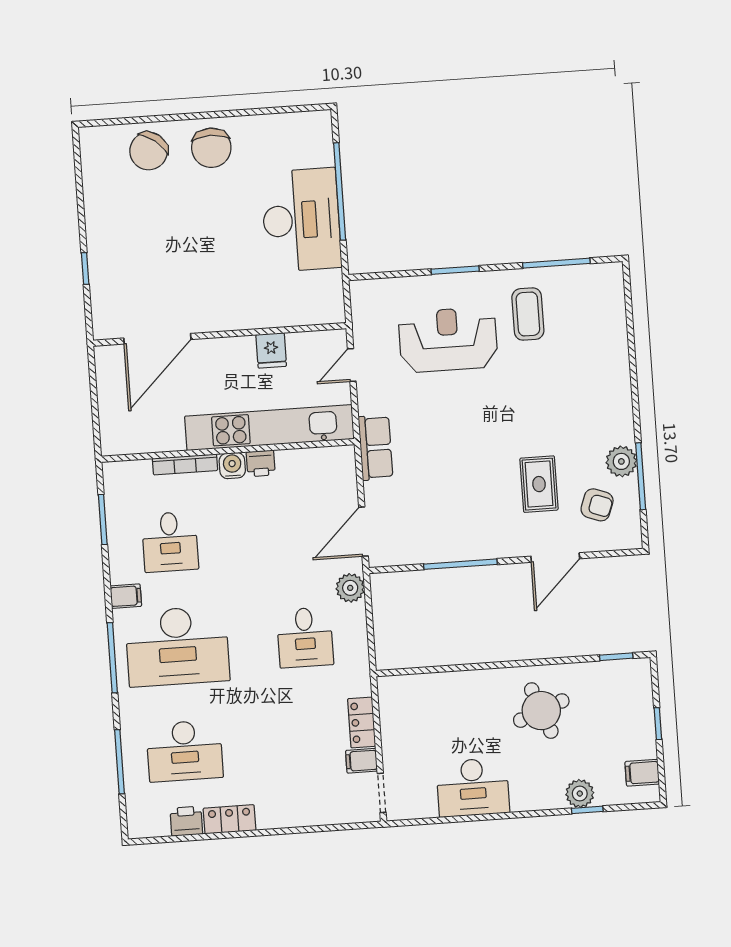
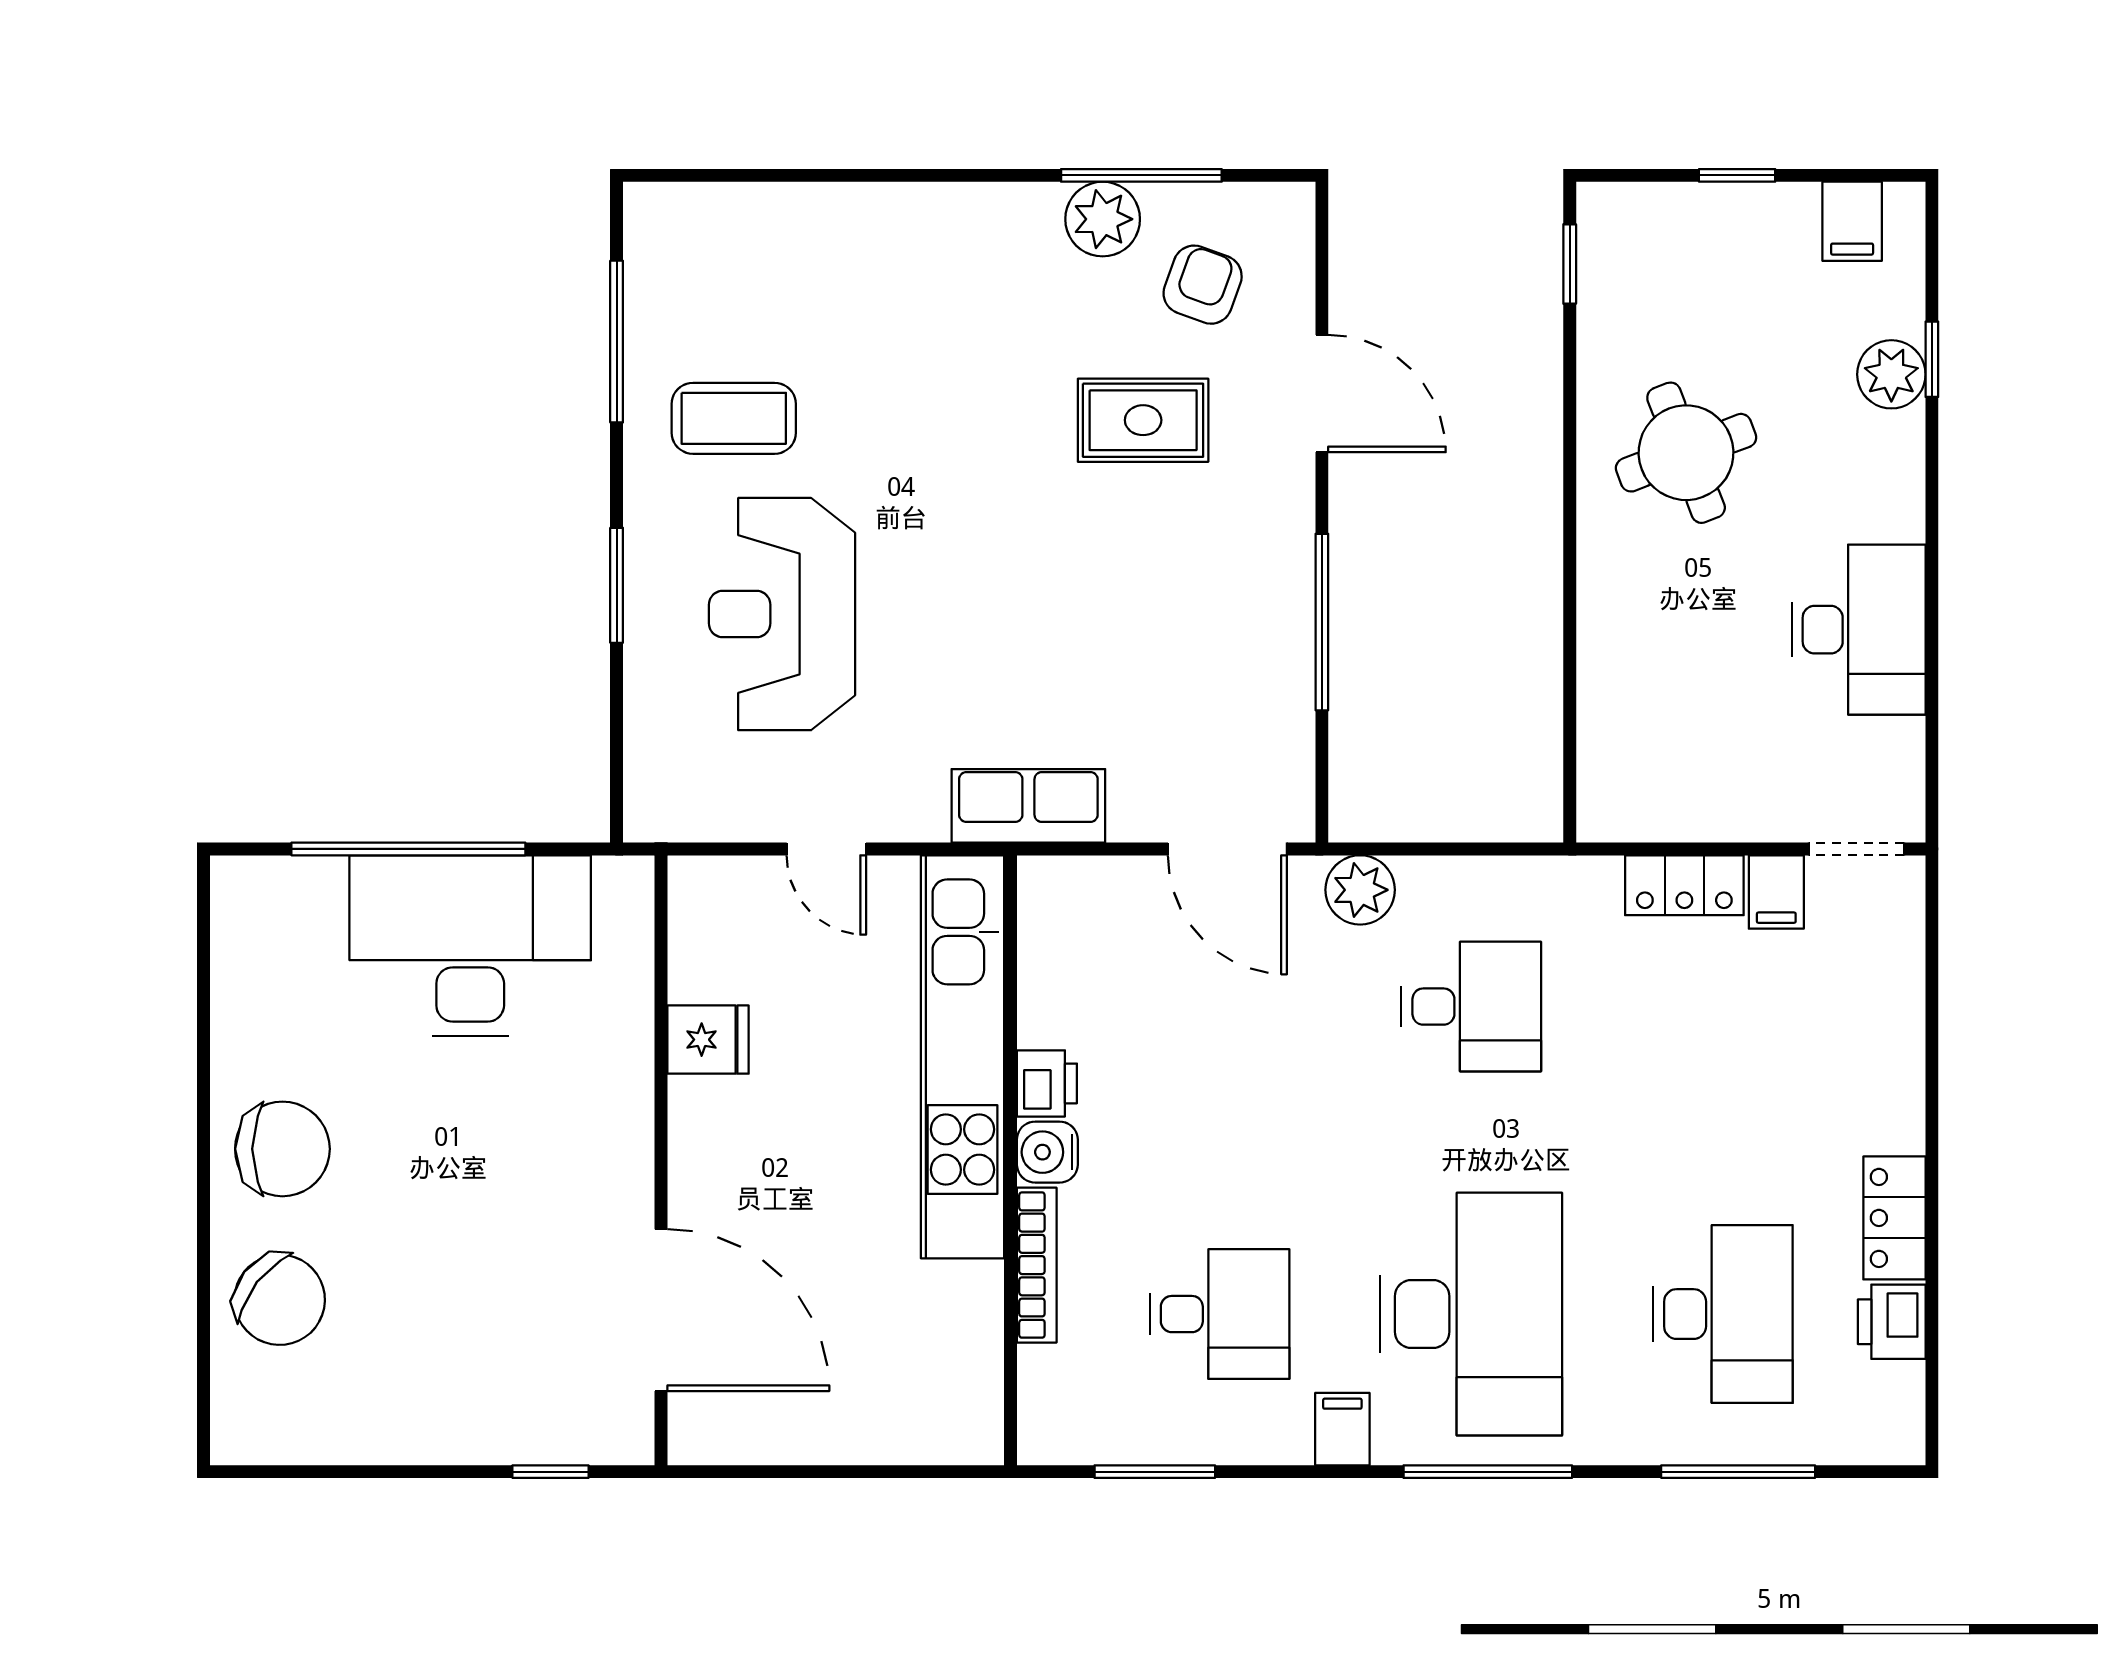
wall: (220, 334) -> (661, 1160), moved
door: (157, 339) -> (661, 1310), moved
fridge: (271, 350) -> (708, 1040), moved

